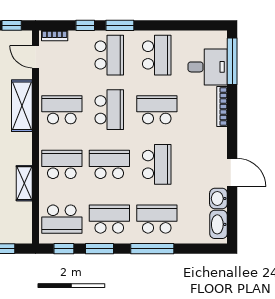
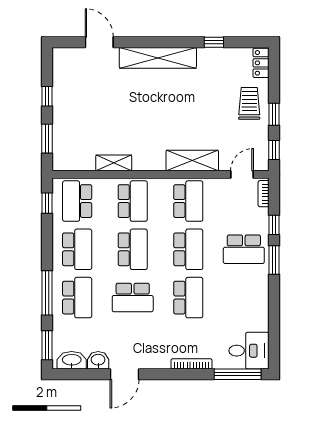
school desk: (157, 55) -> (244, 298), removed
desk: (208, 67) -> (249, 351), moved, turned -90
school desk: (109, 110) -> (188, 249), turned -90
window: (100, 249) -> (47, 345), moved

